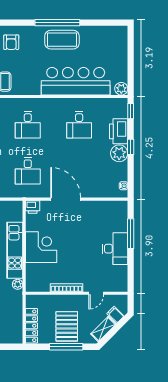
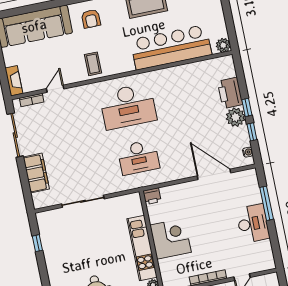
window: (131, 111) -> (252, 132), moved
desk: (28, 125) -> (128, 106), width x1.87, depth x1.30
desk: (79, 125) -> (185, 95), removed
desk: (28, 171) -> (138, 157), width x1.37
door: (66, 199) -> (214, 174), moved

